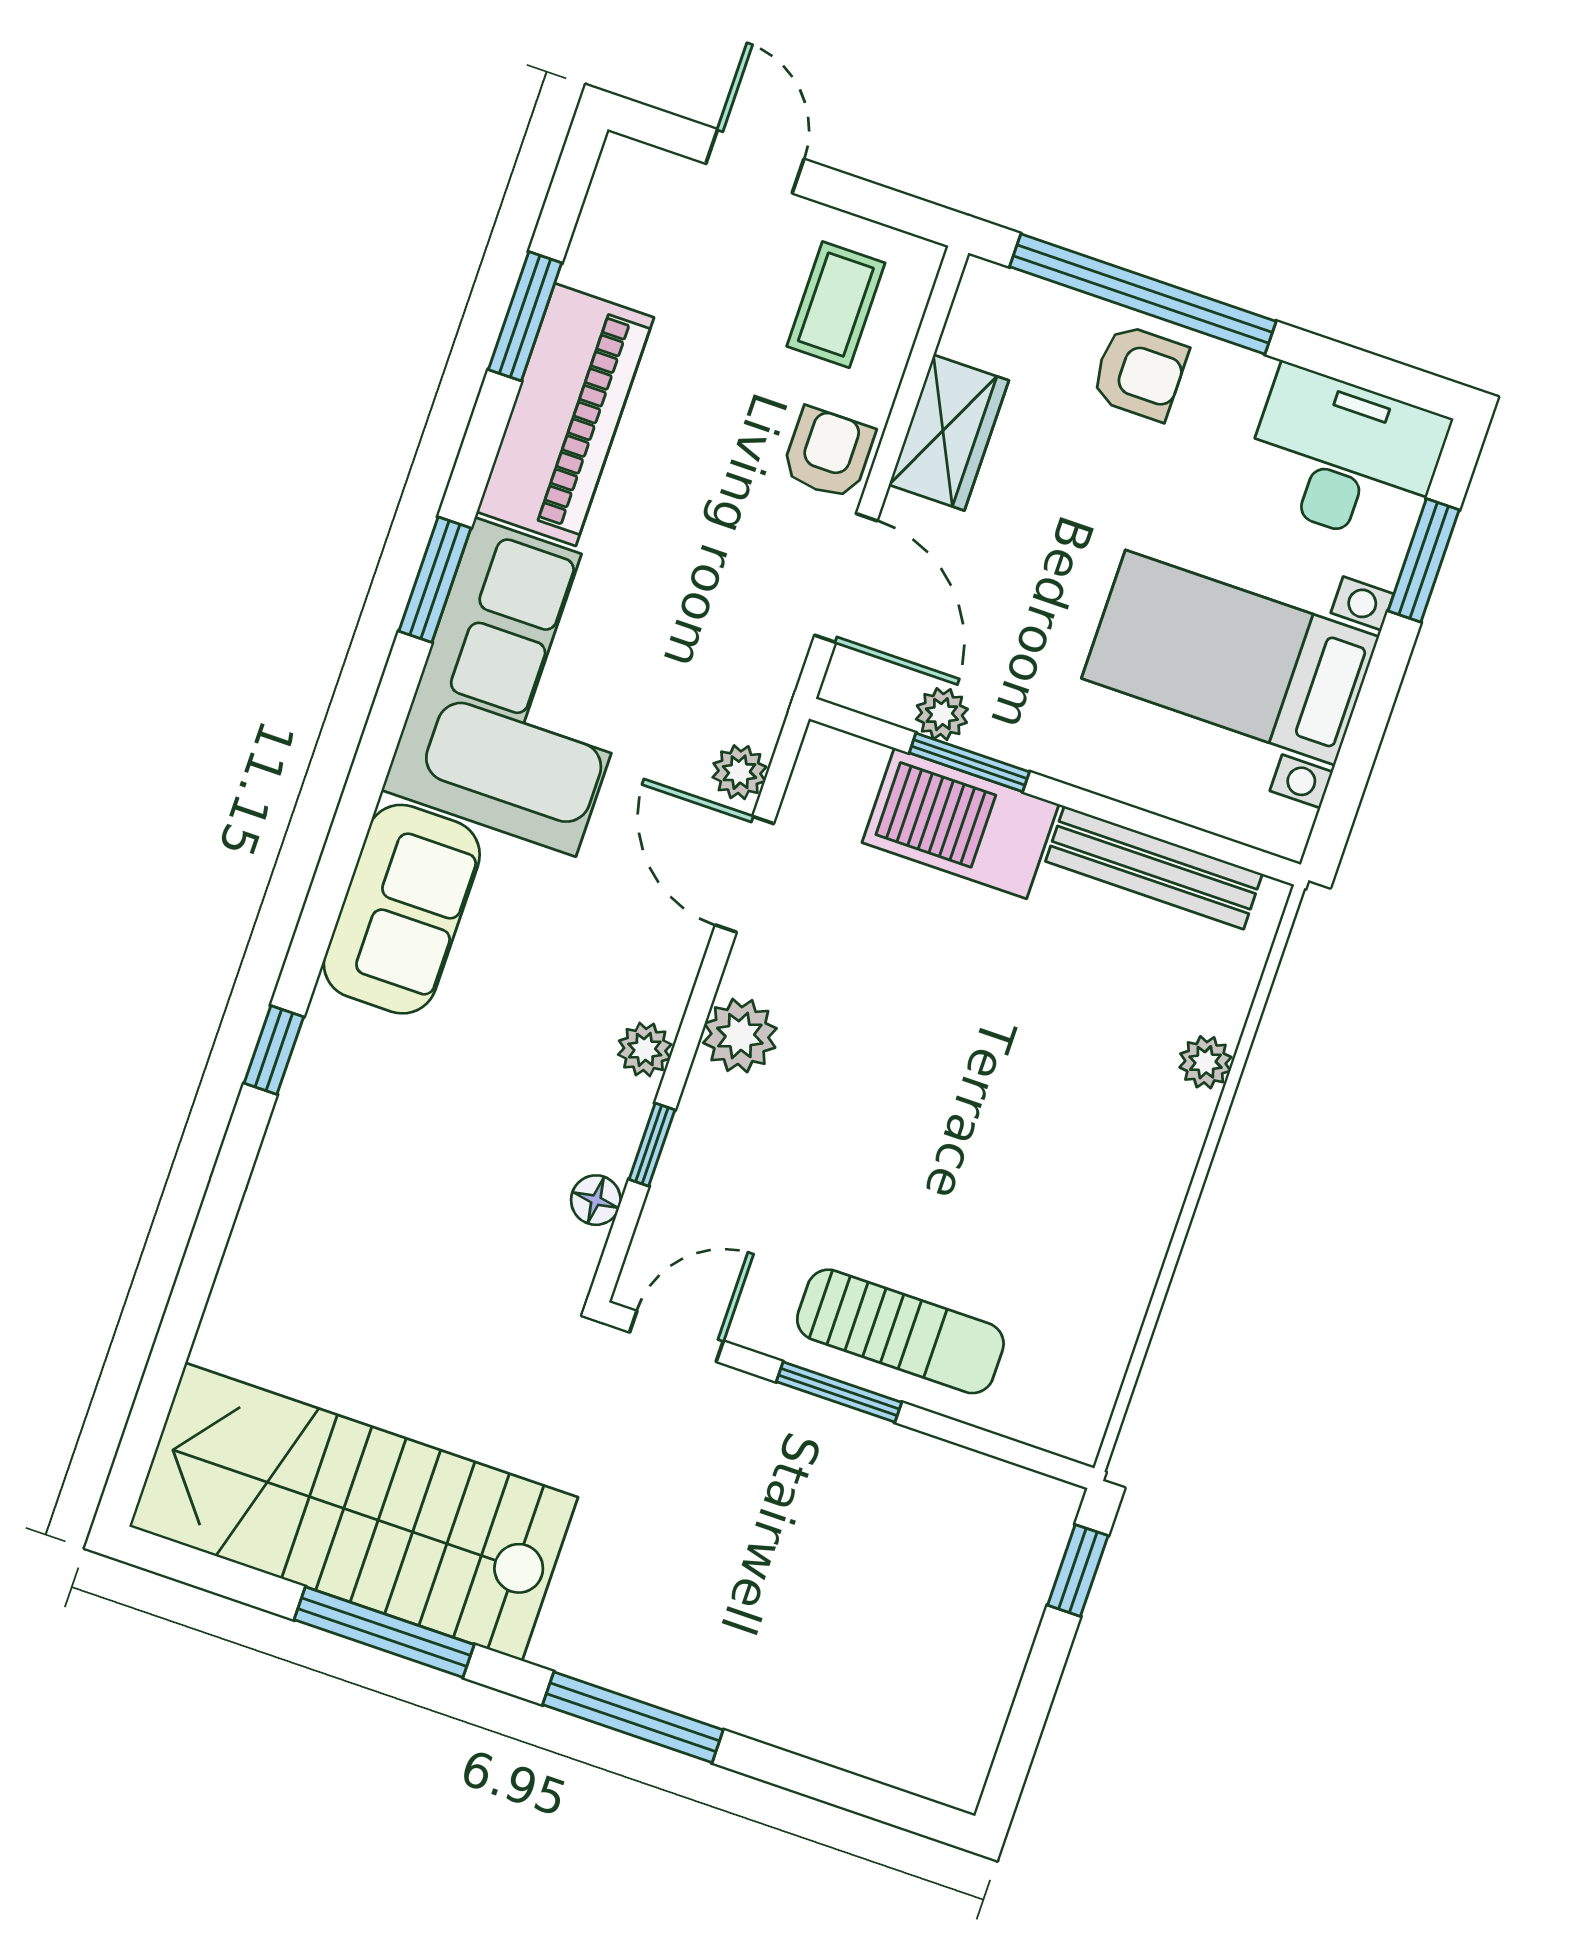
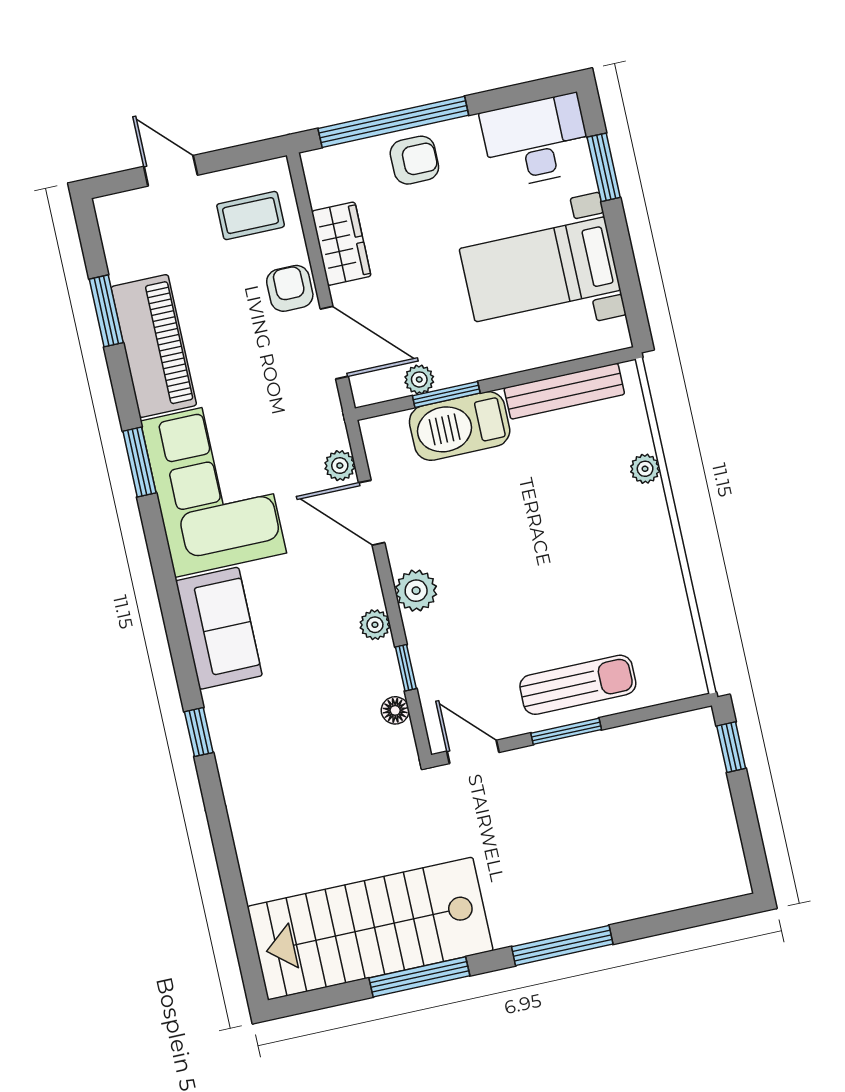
coffee table: (836, 305) -> (251, 216), turned 90
door: (677, 1336) -> (473, 752), hinge flipped

